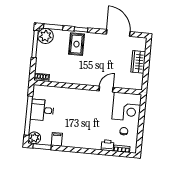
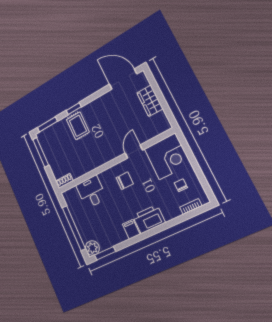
door: (118, 33) -> (123, 79), moved
plant: (46, 36) -> (45, 138), removed
chair: (87, 105) -> (125, 181), added
desk: (42, 110) -> (91, 192), moved, turned 90
filing cabinet: (57, 139) -> (131, 229), moved
printer: (107, 145) -> (149, 219), moved, width x1.87, depth x1.48

